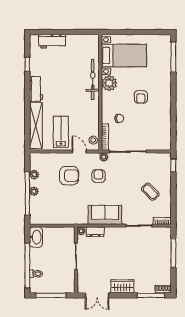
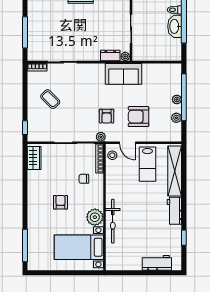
wardrobe: (165, 138) -> (34, 158), added
sofa: (105, 215) -> (123, 74), moved
washbasin: (36, 237) -> (175, 26), moved

